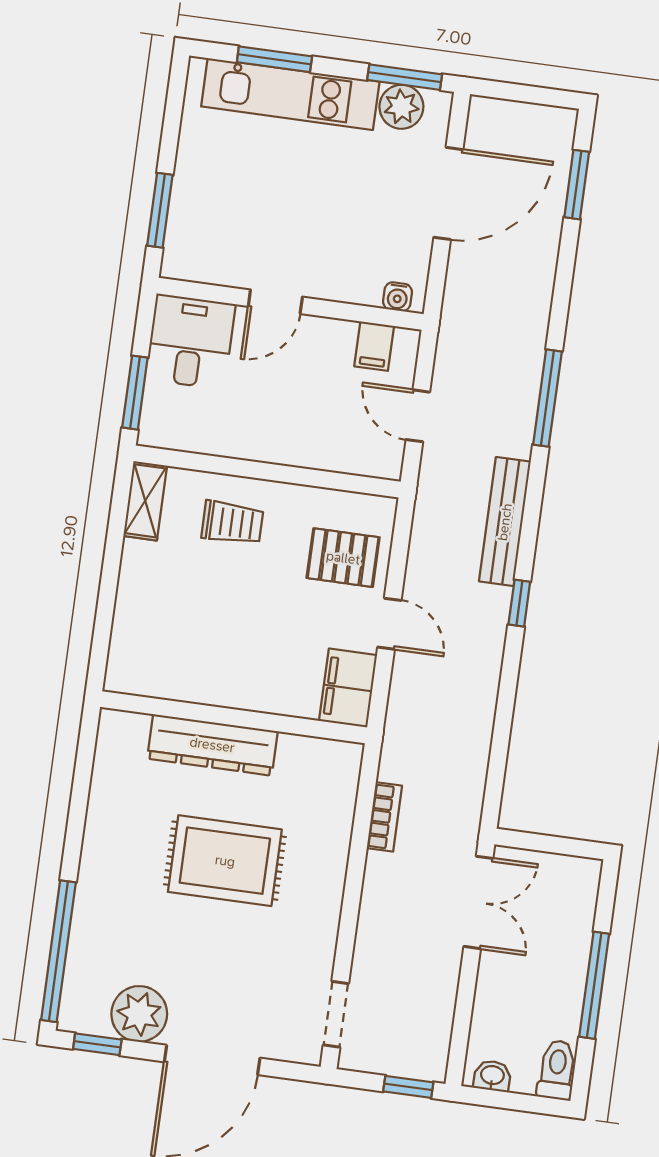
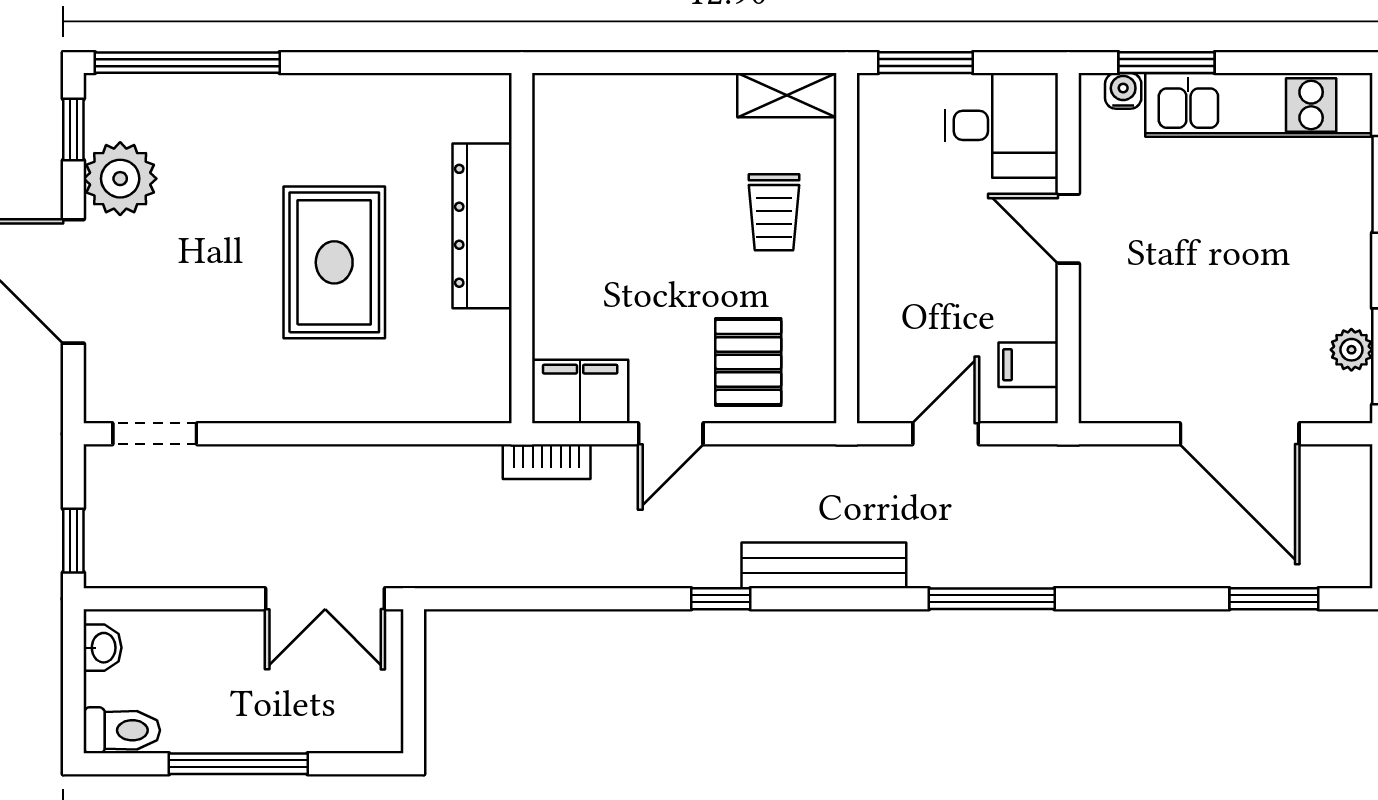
kitchen unit: (290, 94) -> (1259, 105), moved, turned -90
plant: (401, 107) -> (1351, 350), width x0.73, depth x0.73
water cooler: (398, 297) -> (1123, 91), moved, turned 90
bookcase: (384, 817) -> (547, 462), moved

